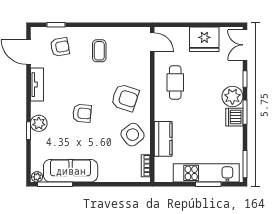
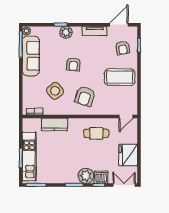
coffee table: (99, 51) -> (120, 77), width x1.86, depth x1.72
dishwasher: (234, 117) -> (101, 177), moved
side table: (133, 135) -> (55, 91), moved

